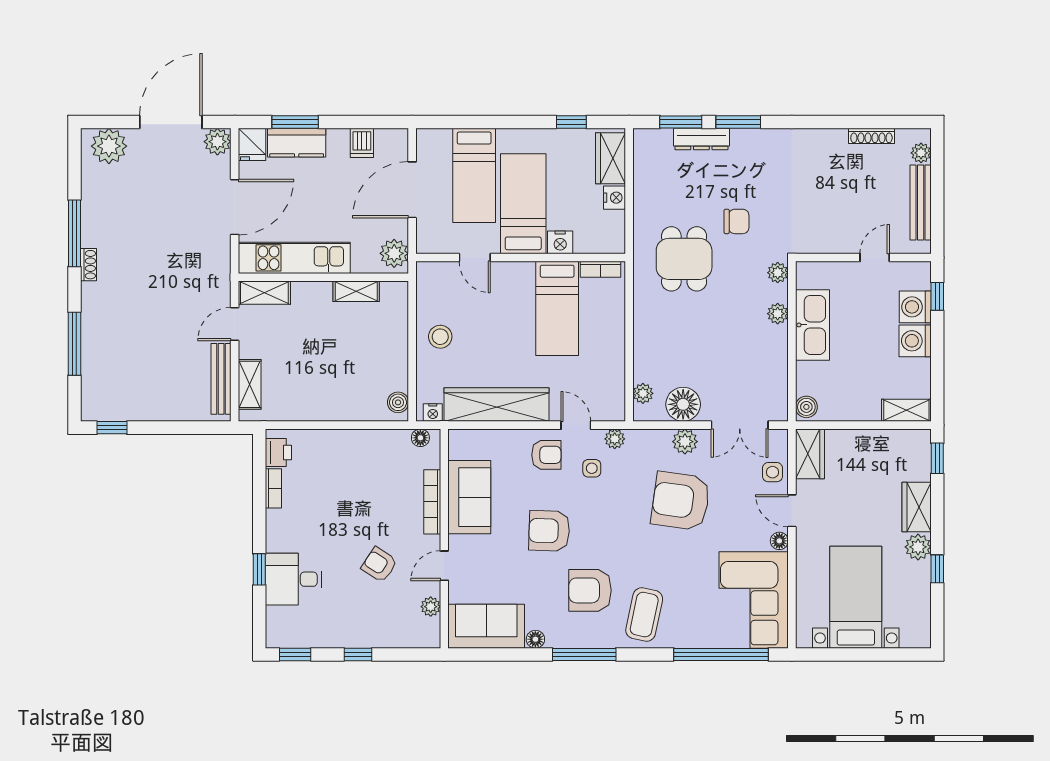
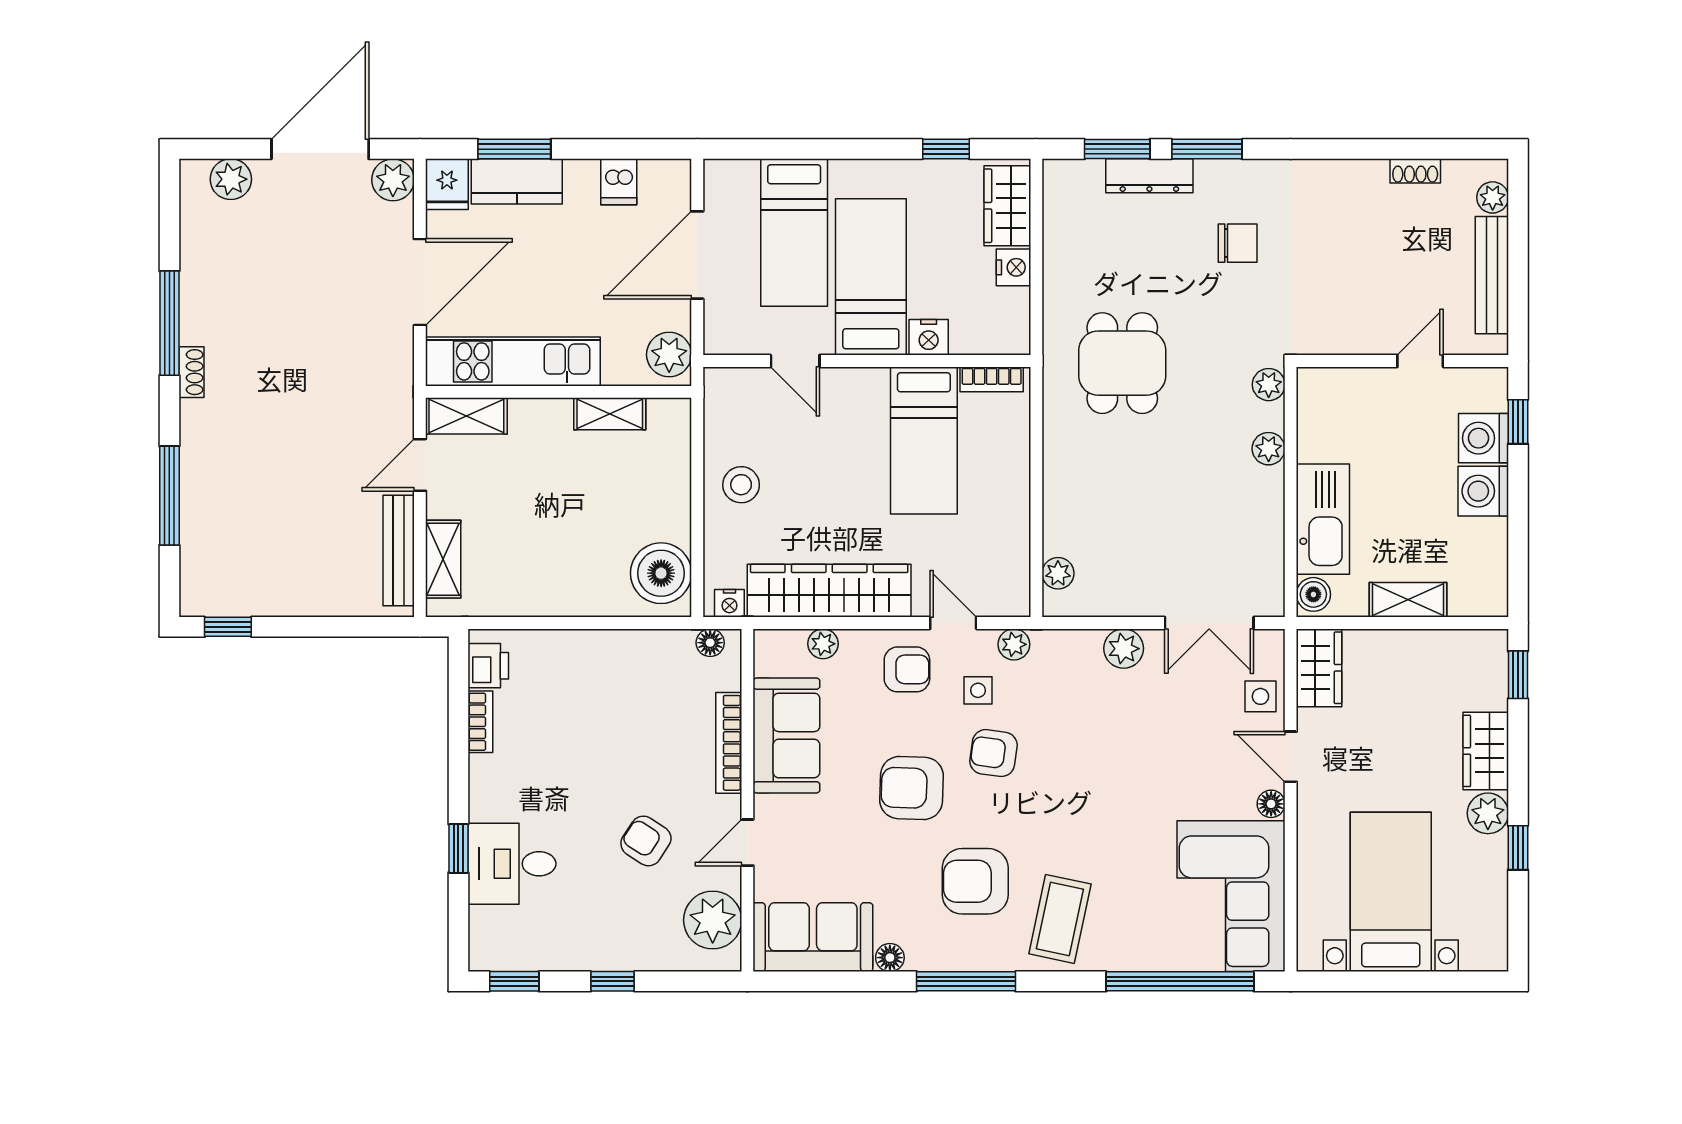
shoe rack: (871, 136) -> (1415, 171), width x0.70
plant: (109, 146) -> (231, 179), width x0.73, depth x0.73
chair: (736, 221) -> (1238, 243), moved
kitchen sink: (812, 325) -> (1323, 519), moved
boiler: (398, 402) -> (661, 573), width x1.86, depth x1.86
floor lamp: (683, 404) -> (1121, 590), removed
shelving: (906, 410) -> (1408, 600), moved
plant: (493, 438) -> (823, 644), added
armchair: (681, 501) -> (993, 753), moved, width x0.53, depth x0.53
plant: (431, 607) -> (713, 920), width x1.87, depth x1.87

